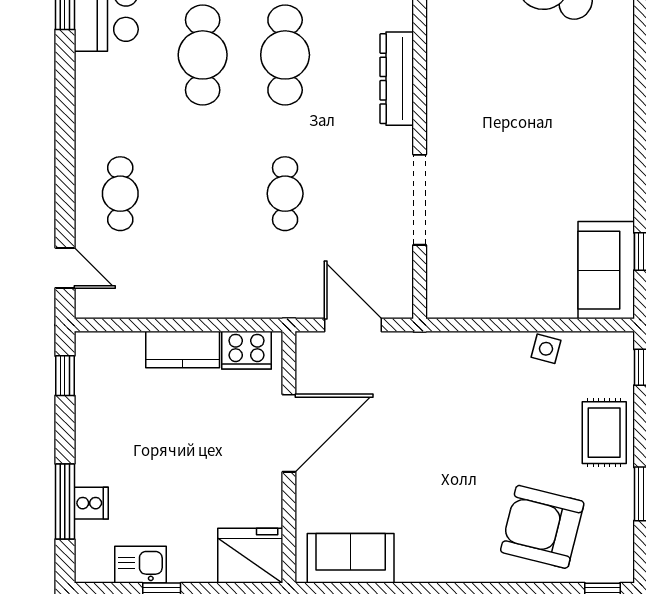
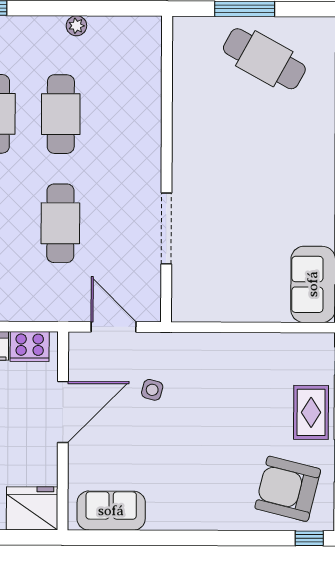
dresser: (397, 79) -> (149, 133), removed
cafe table: (285, 194) -> (60, 223), width x1.37, depth x1.35
side table: (546, 349) -> (152, 390), moved
armchair: (542, 527) -> (288, 489), moved

